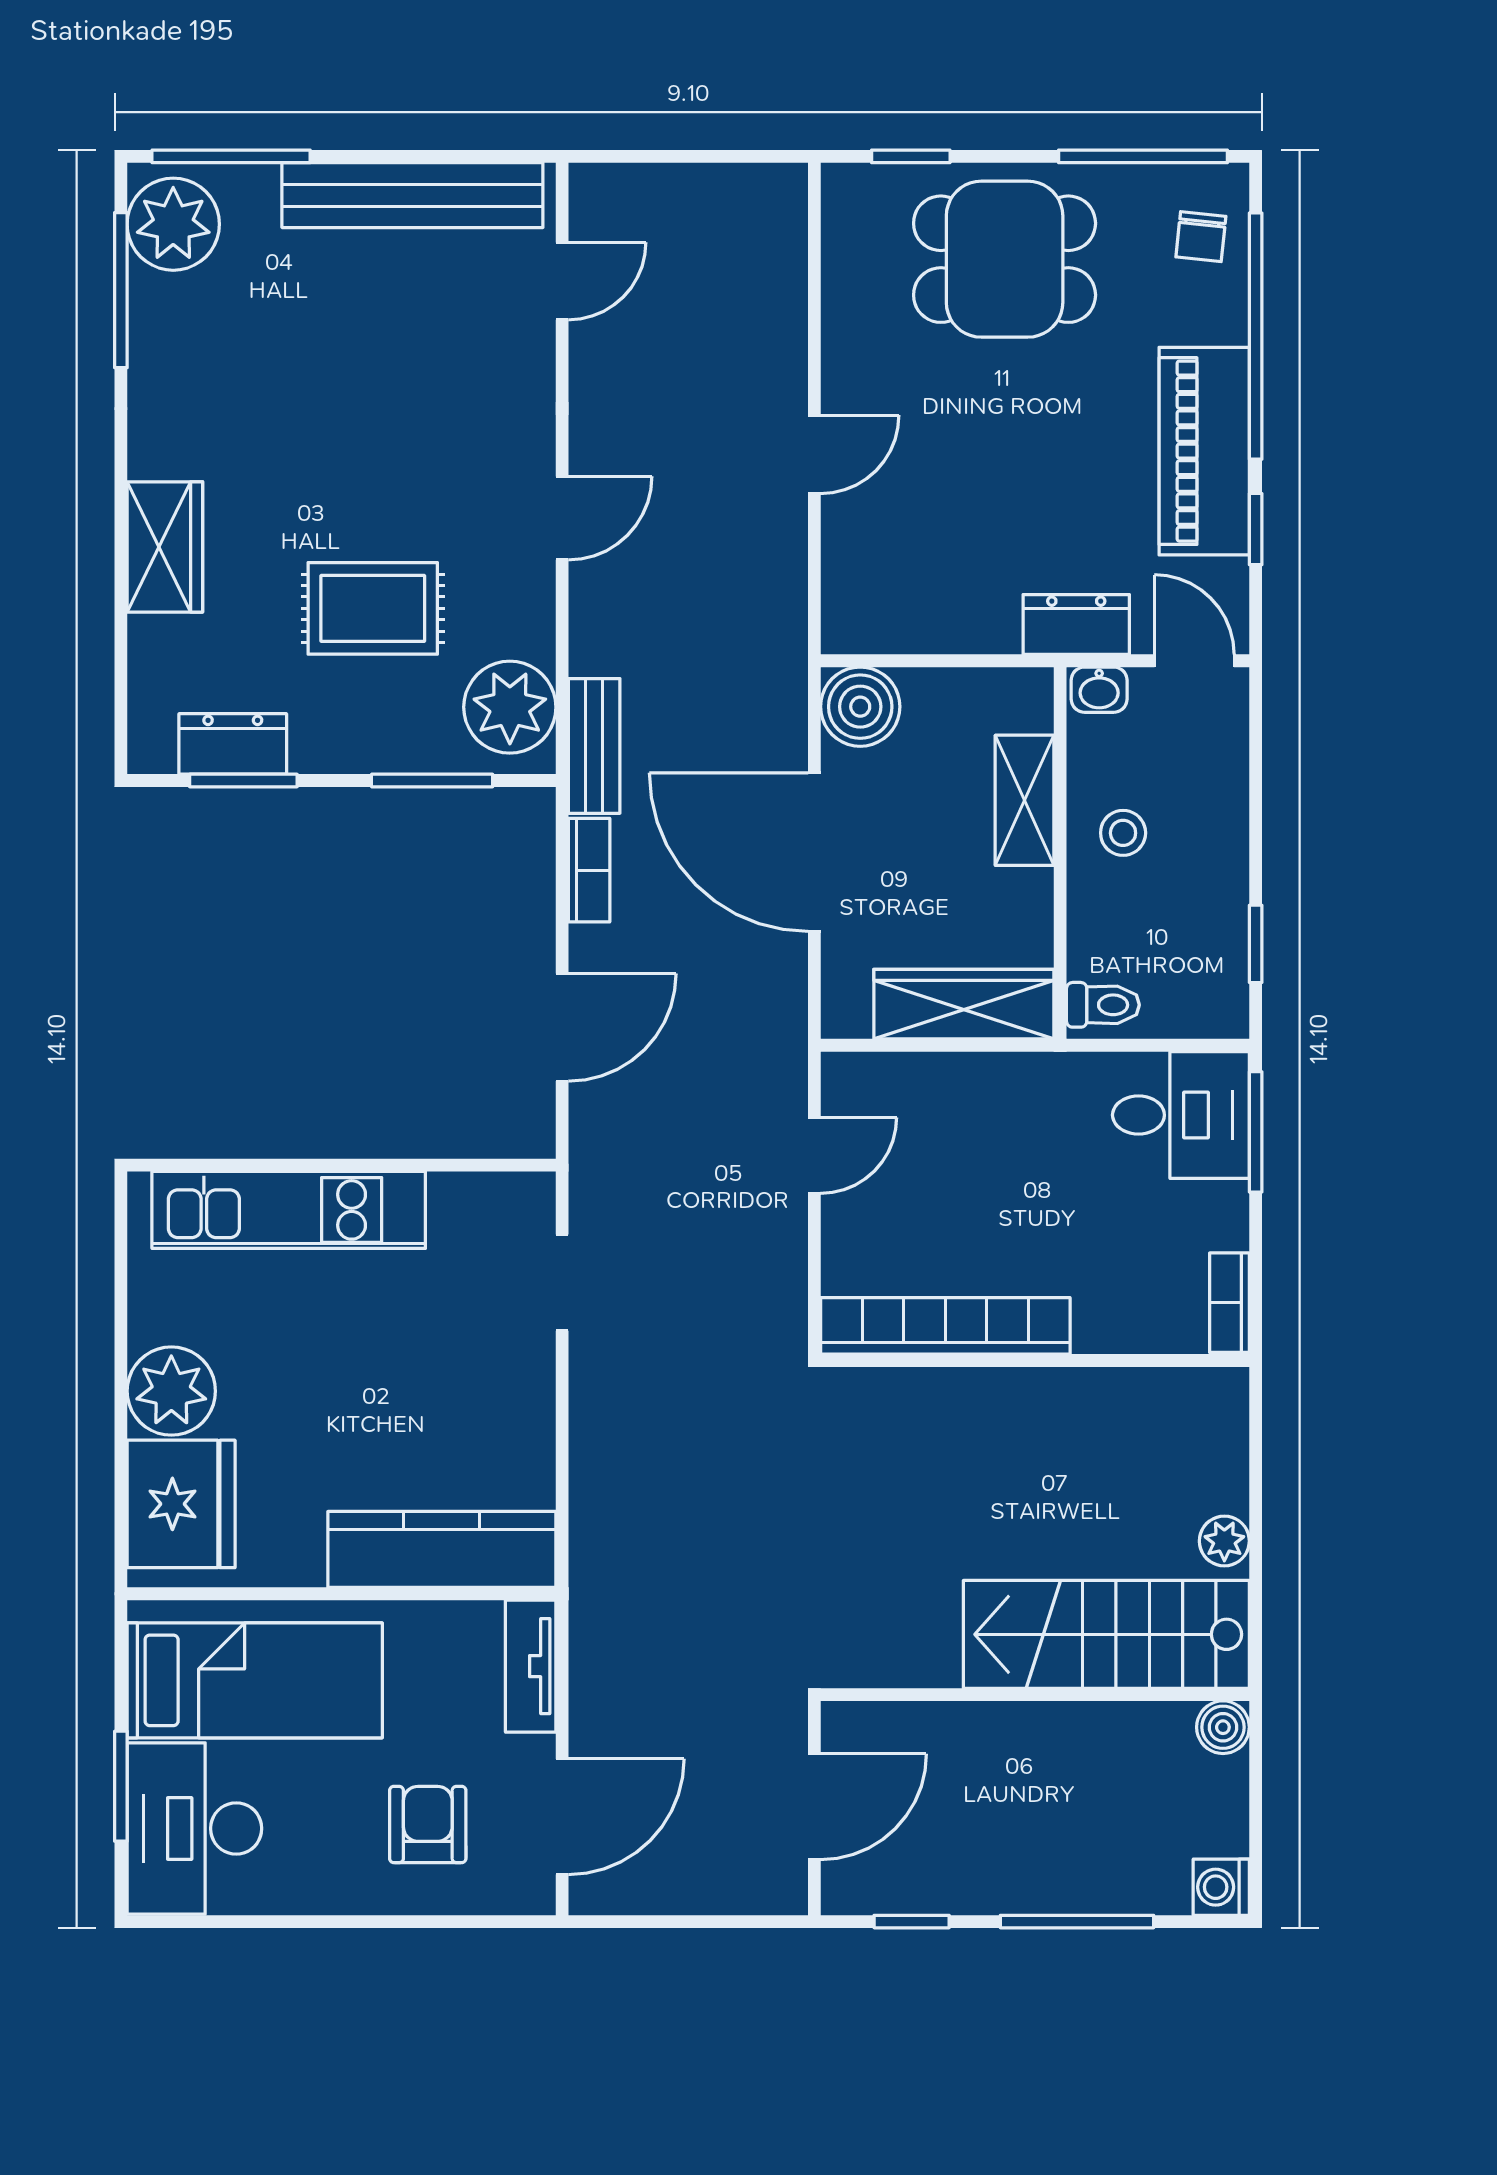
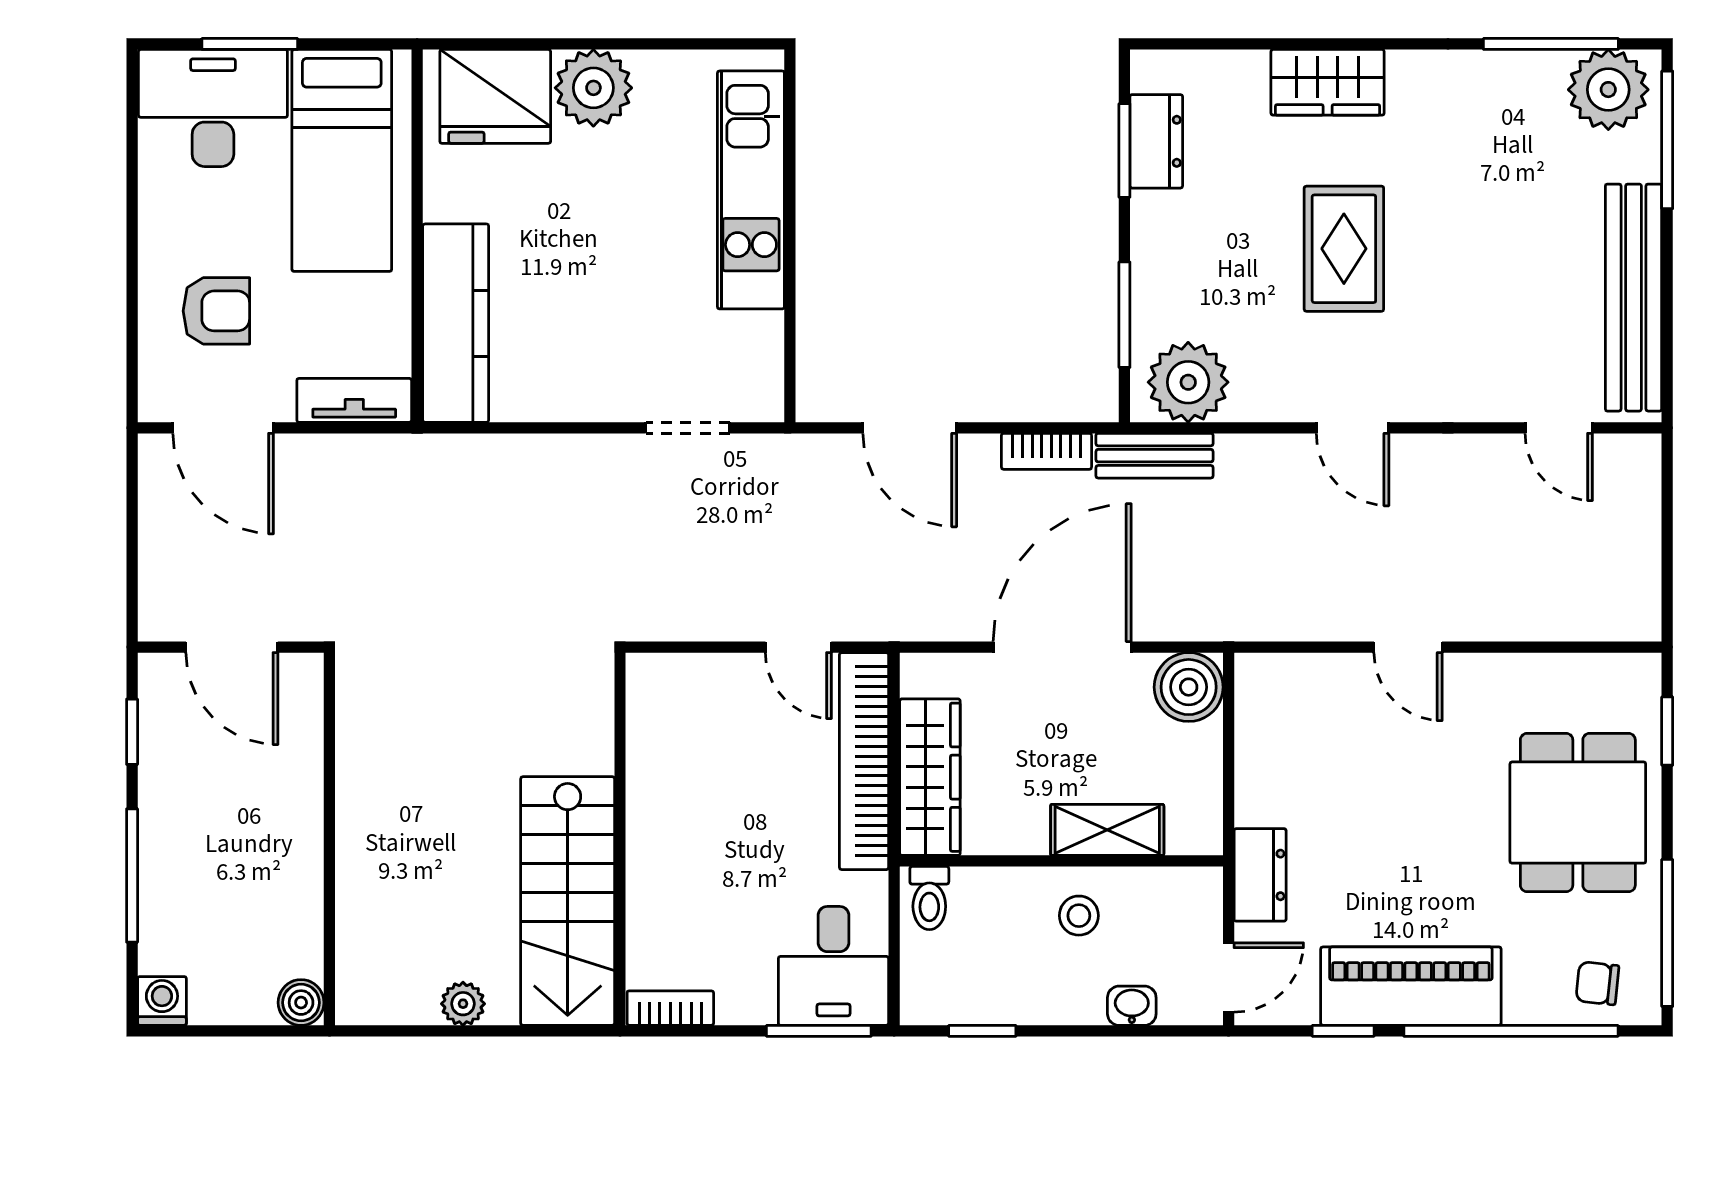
rug: (373, 608) -> (1344, 249), moved
washbasin: (1099, 690) -> (1132, 1006), moved, turned 90
bookcase: (945, 1326) -> (864, 761), moved, turned 180
stairs: (1106, 1634) -> (568, 901), moved, turned 180

